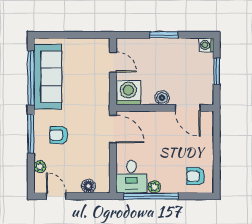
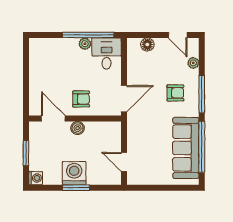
washing machine: (128, 93) -> (74, 173), moved, turned 180
door: (113, 129) -> (124, 99), swing flipped
armchair: (196, 176) -> (81, 99), moved

